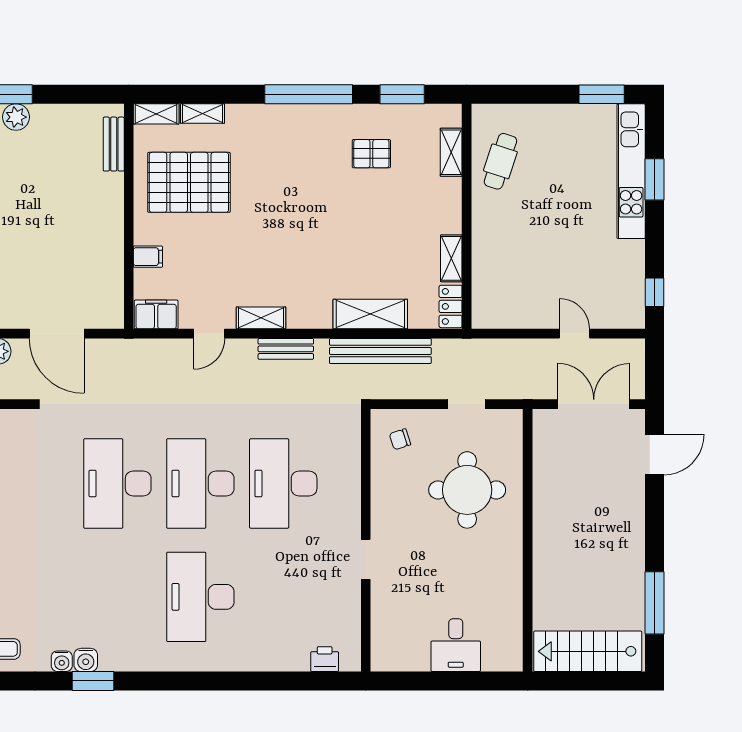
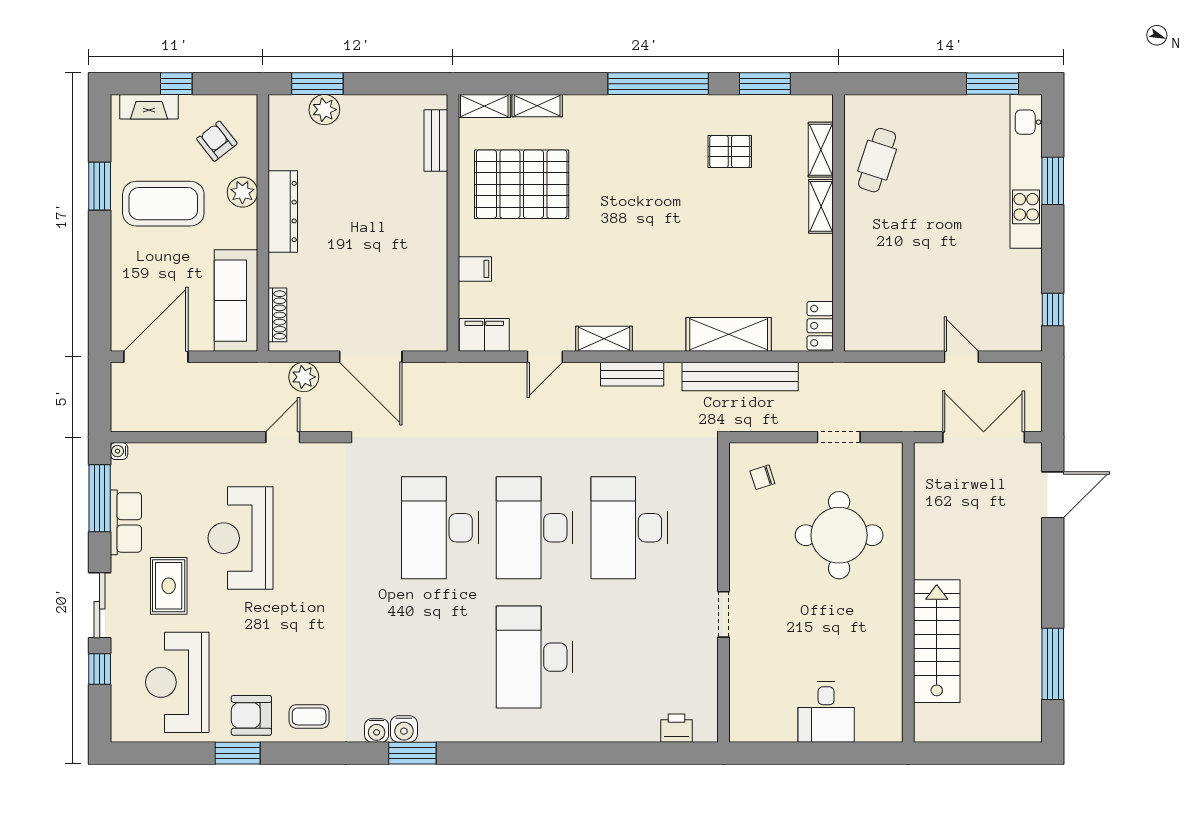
shelving: (451, 258) -> (821, 206), moved
stairs: (588, 651) -> (937, 641), moved, turned 90

